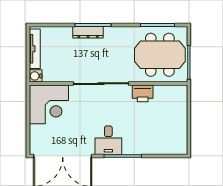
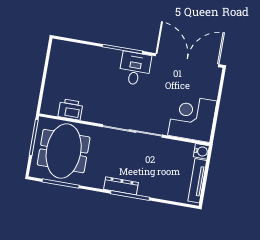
dresser: (88, 32) -> (121, 186), moved
meeting table: (160, 55) -> (64, 151), turned 90
printer: (143, 93) -> (70, 109), moved

